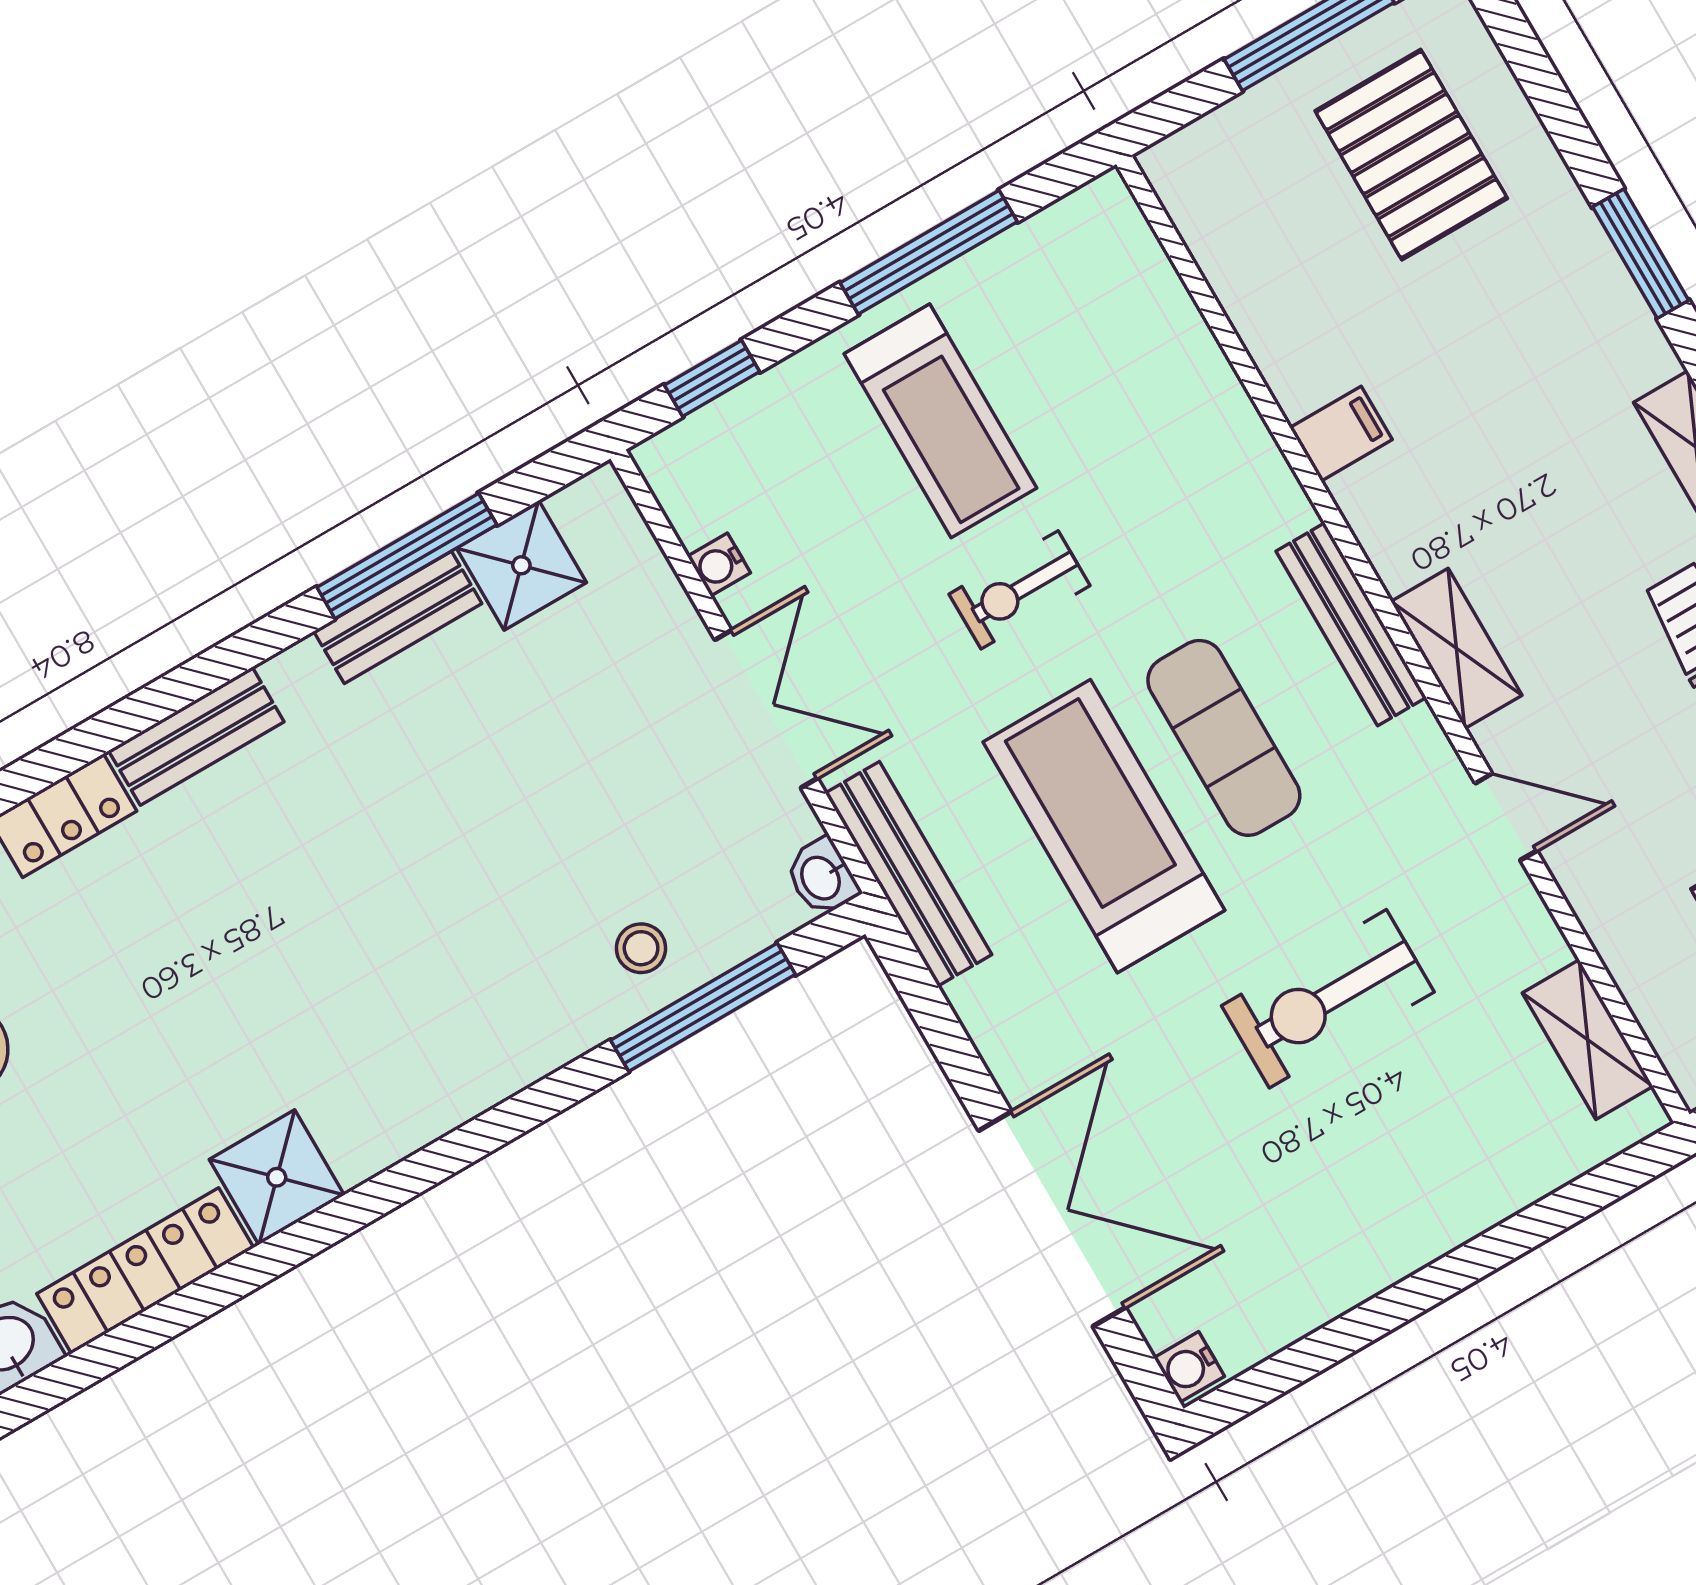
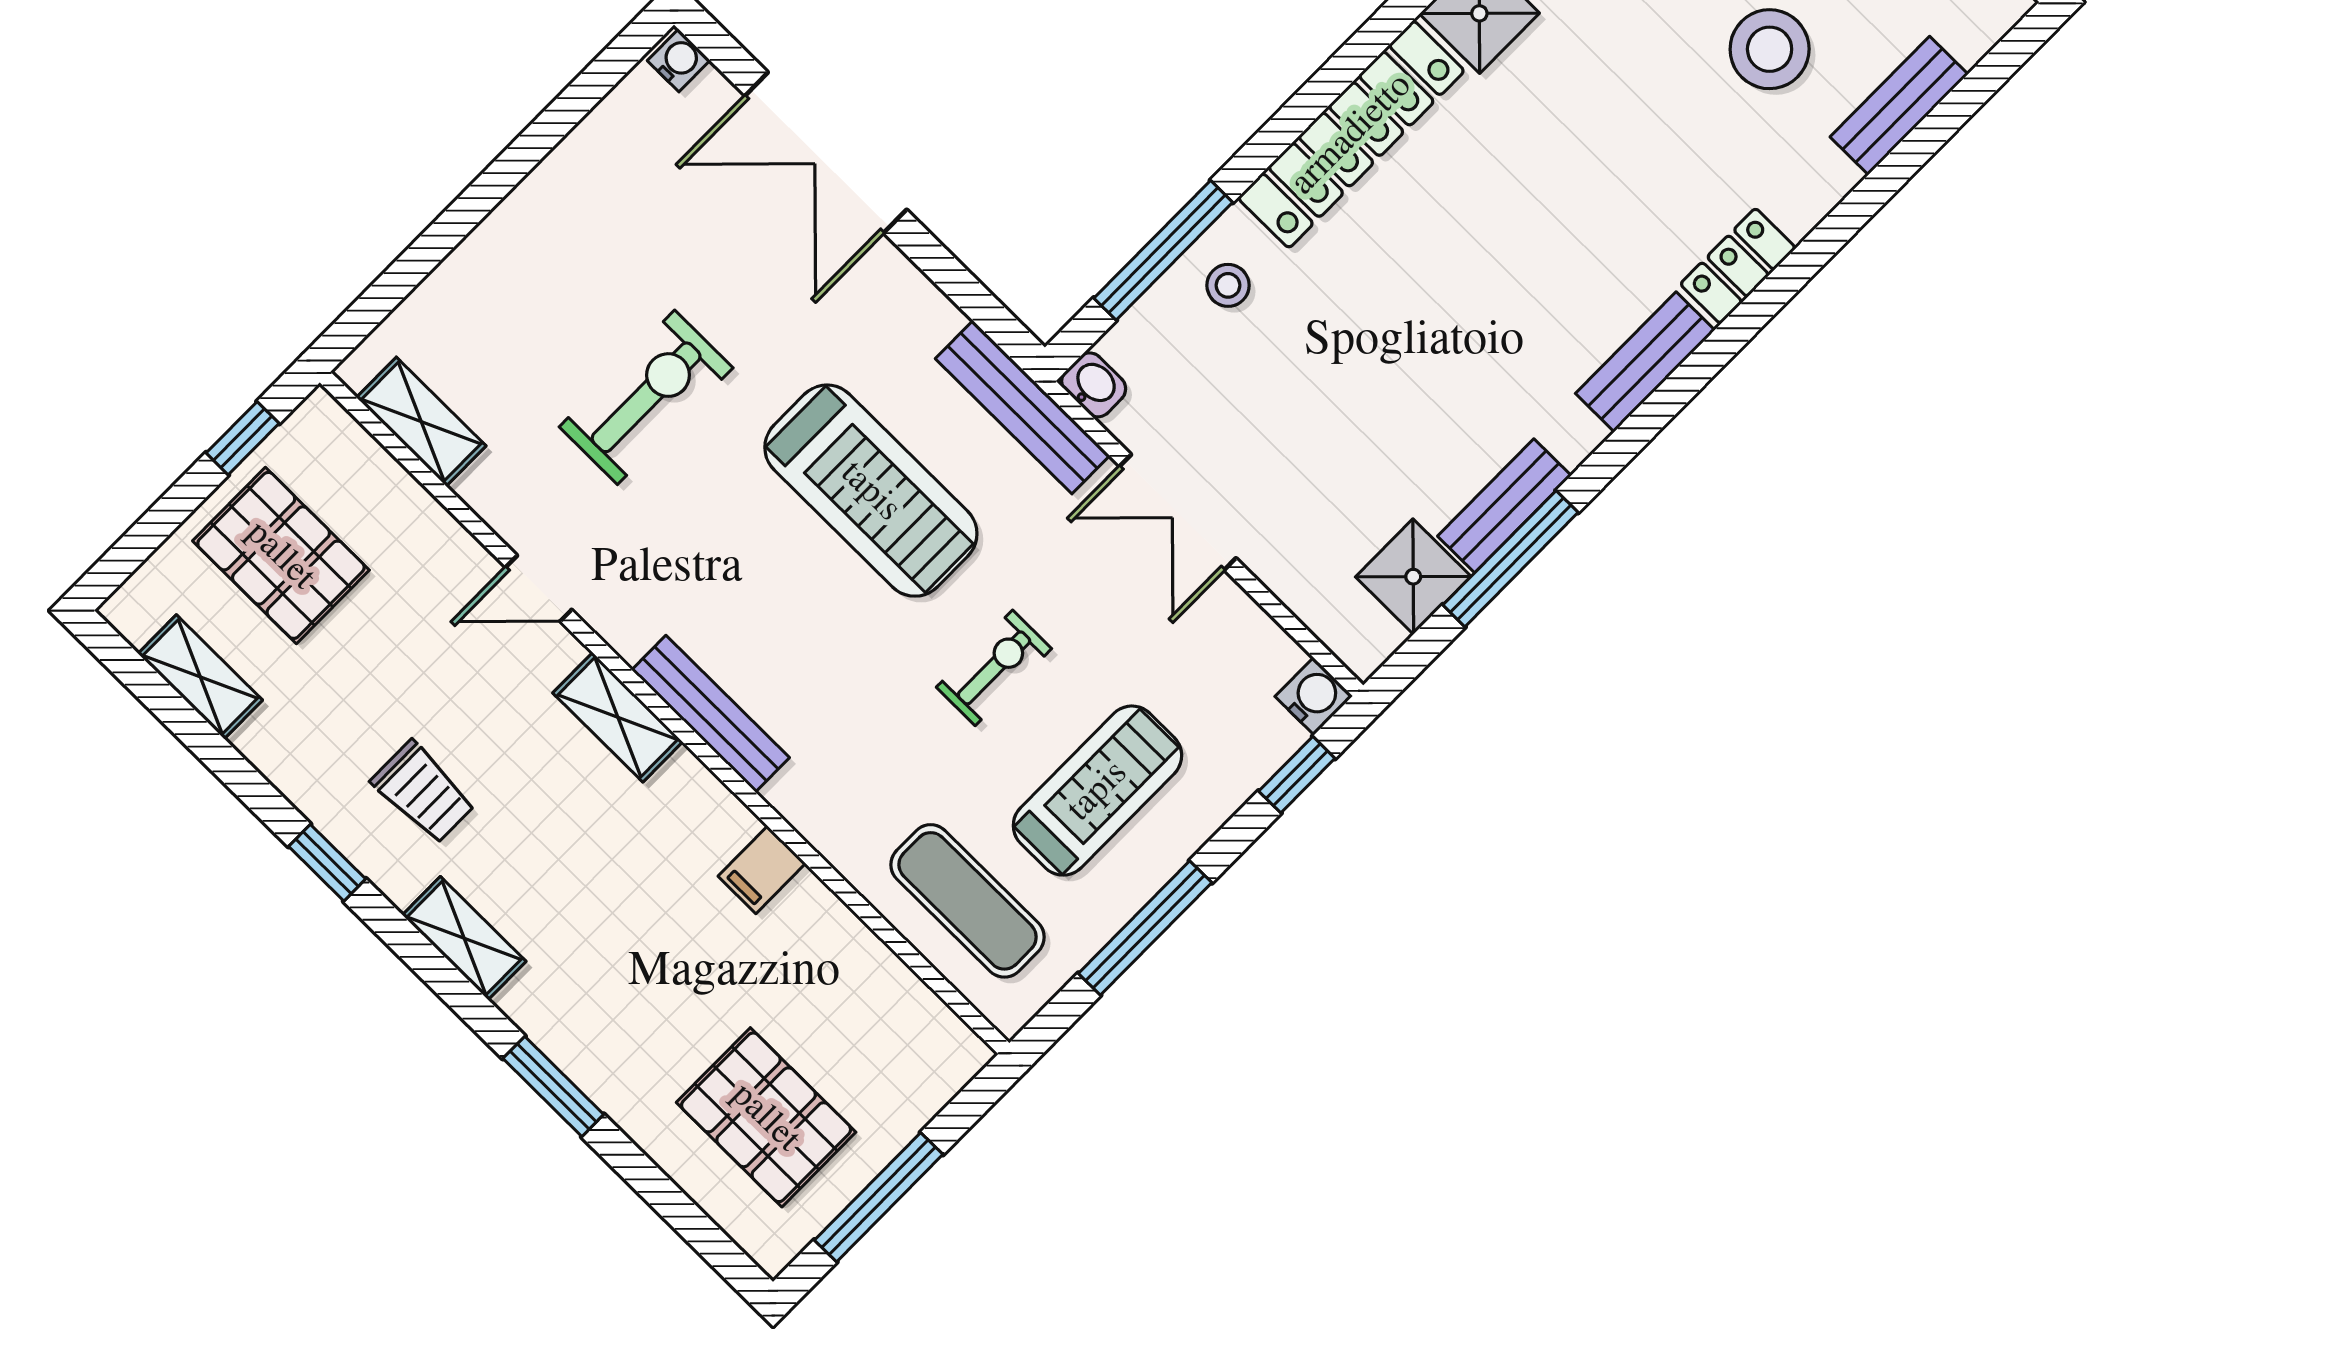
treadmill: (940, 421) -> (1097, 791), turned 90
water cooler: (719, 565) -> (1314, 696), moved, width x1.38, depth x1.38
exercise mat: (1224, 738) -> (968, 901), moved
locker: (457, 1080) -> (1351, 134), added

